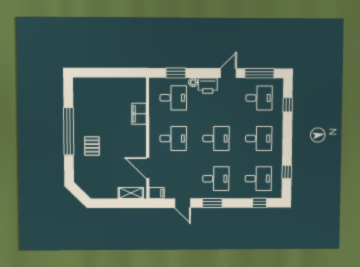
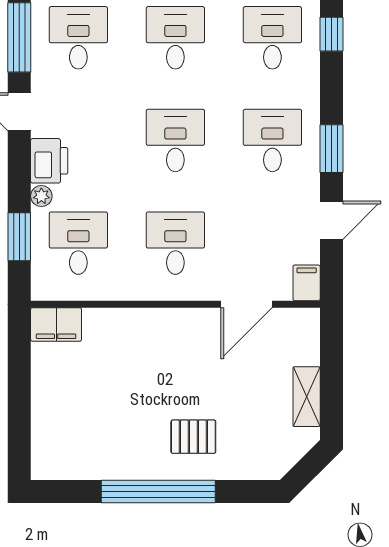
filing cabinet: (139, 114) -> (56, 324), moved
shelving: (131, 193) -> (307, 397), moved

